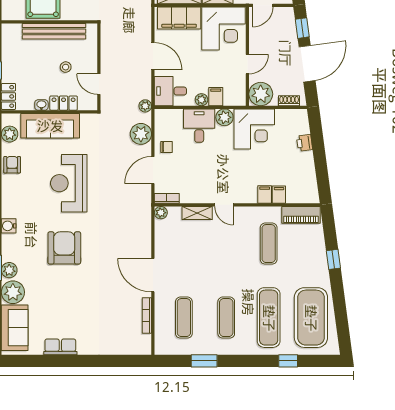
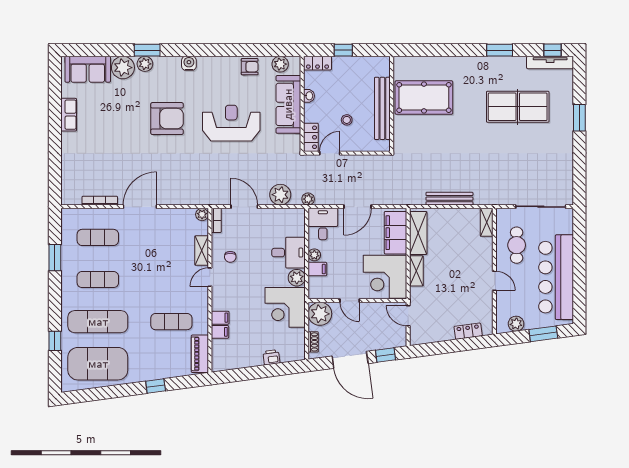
locker: (64, 103) -> (311, 137), moved
chair: (166, 147) -> (230, 257), moved

